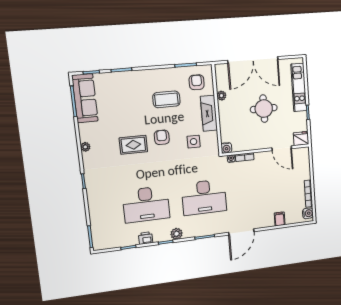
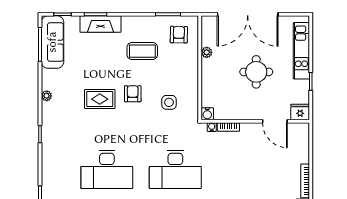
fireplace: (209, 113) -> (100, 24), moved, turned -90

